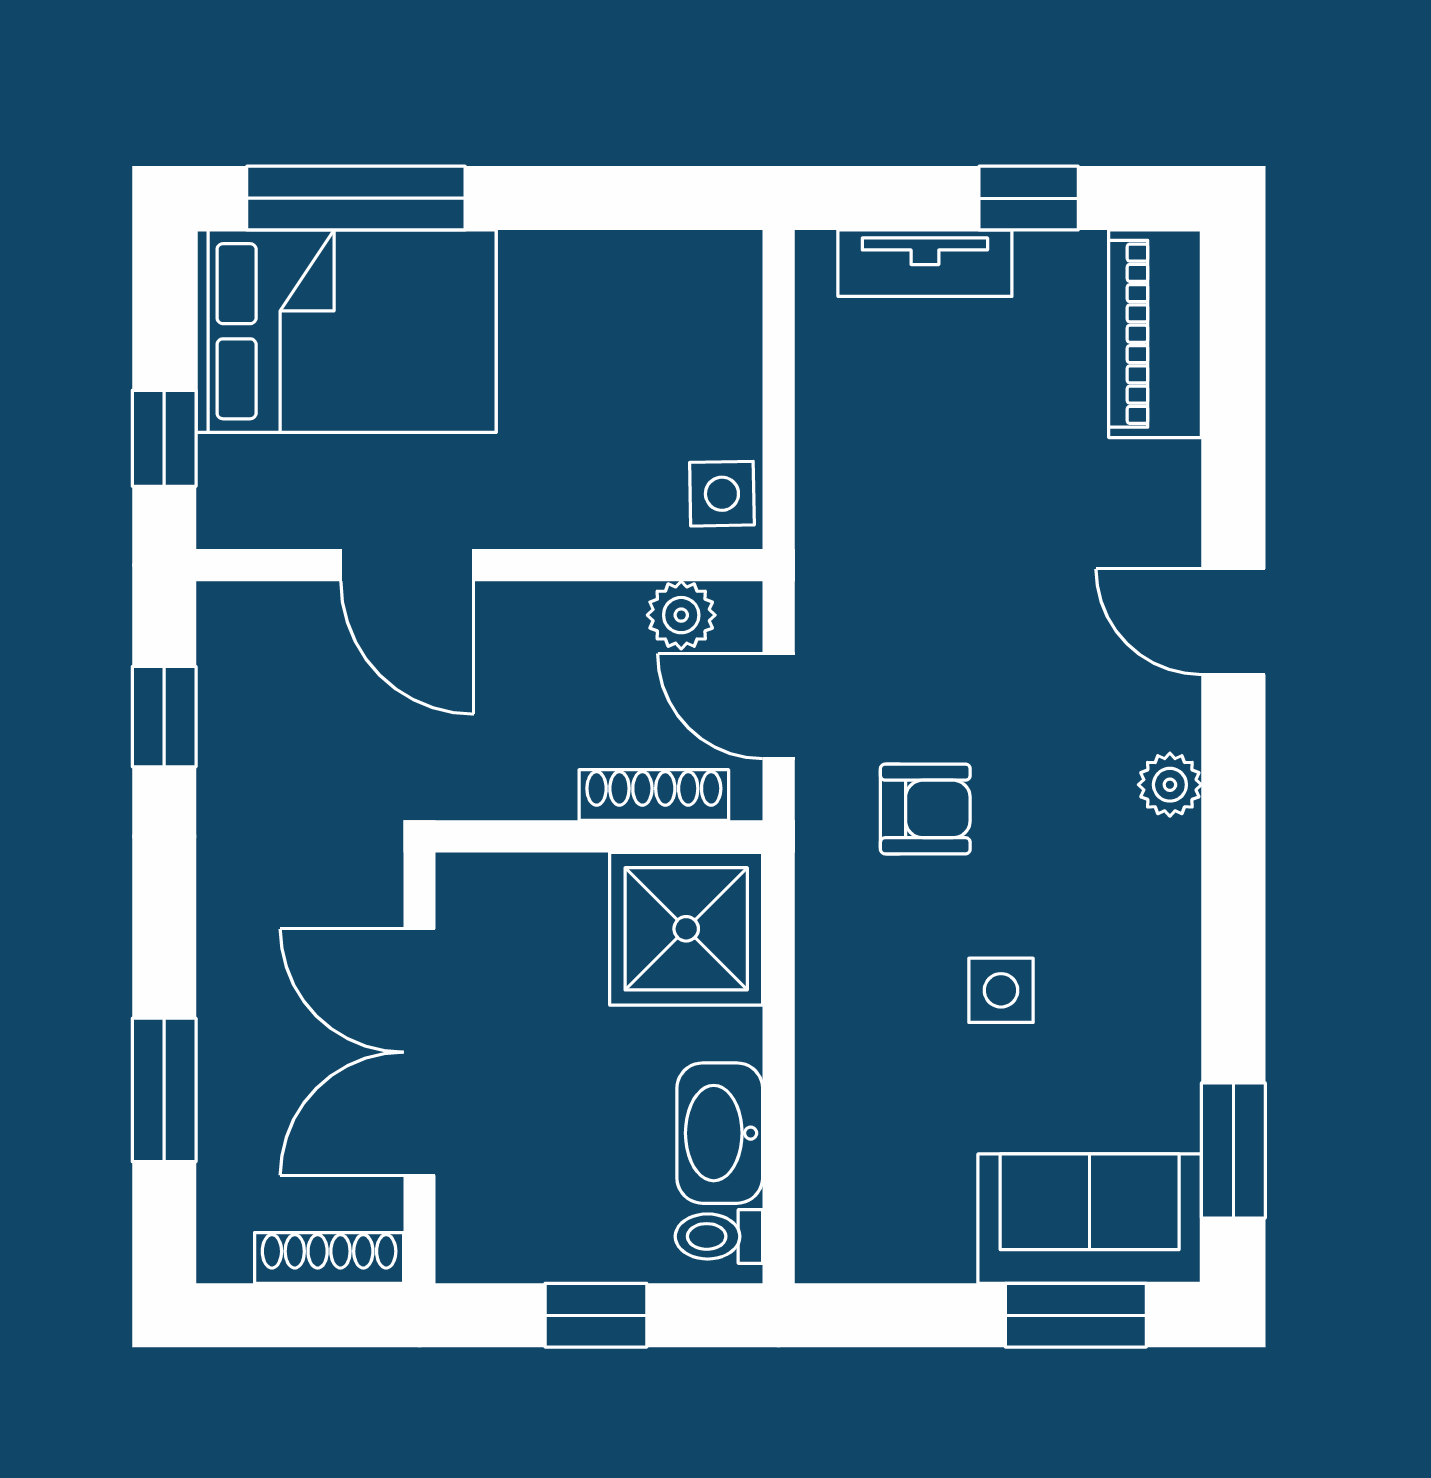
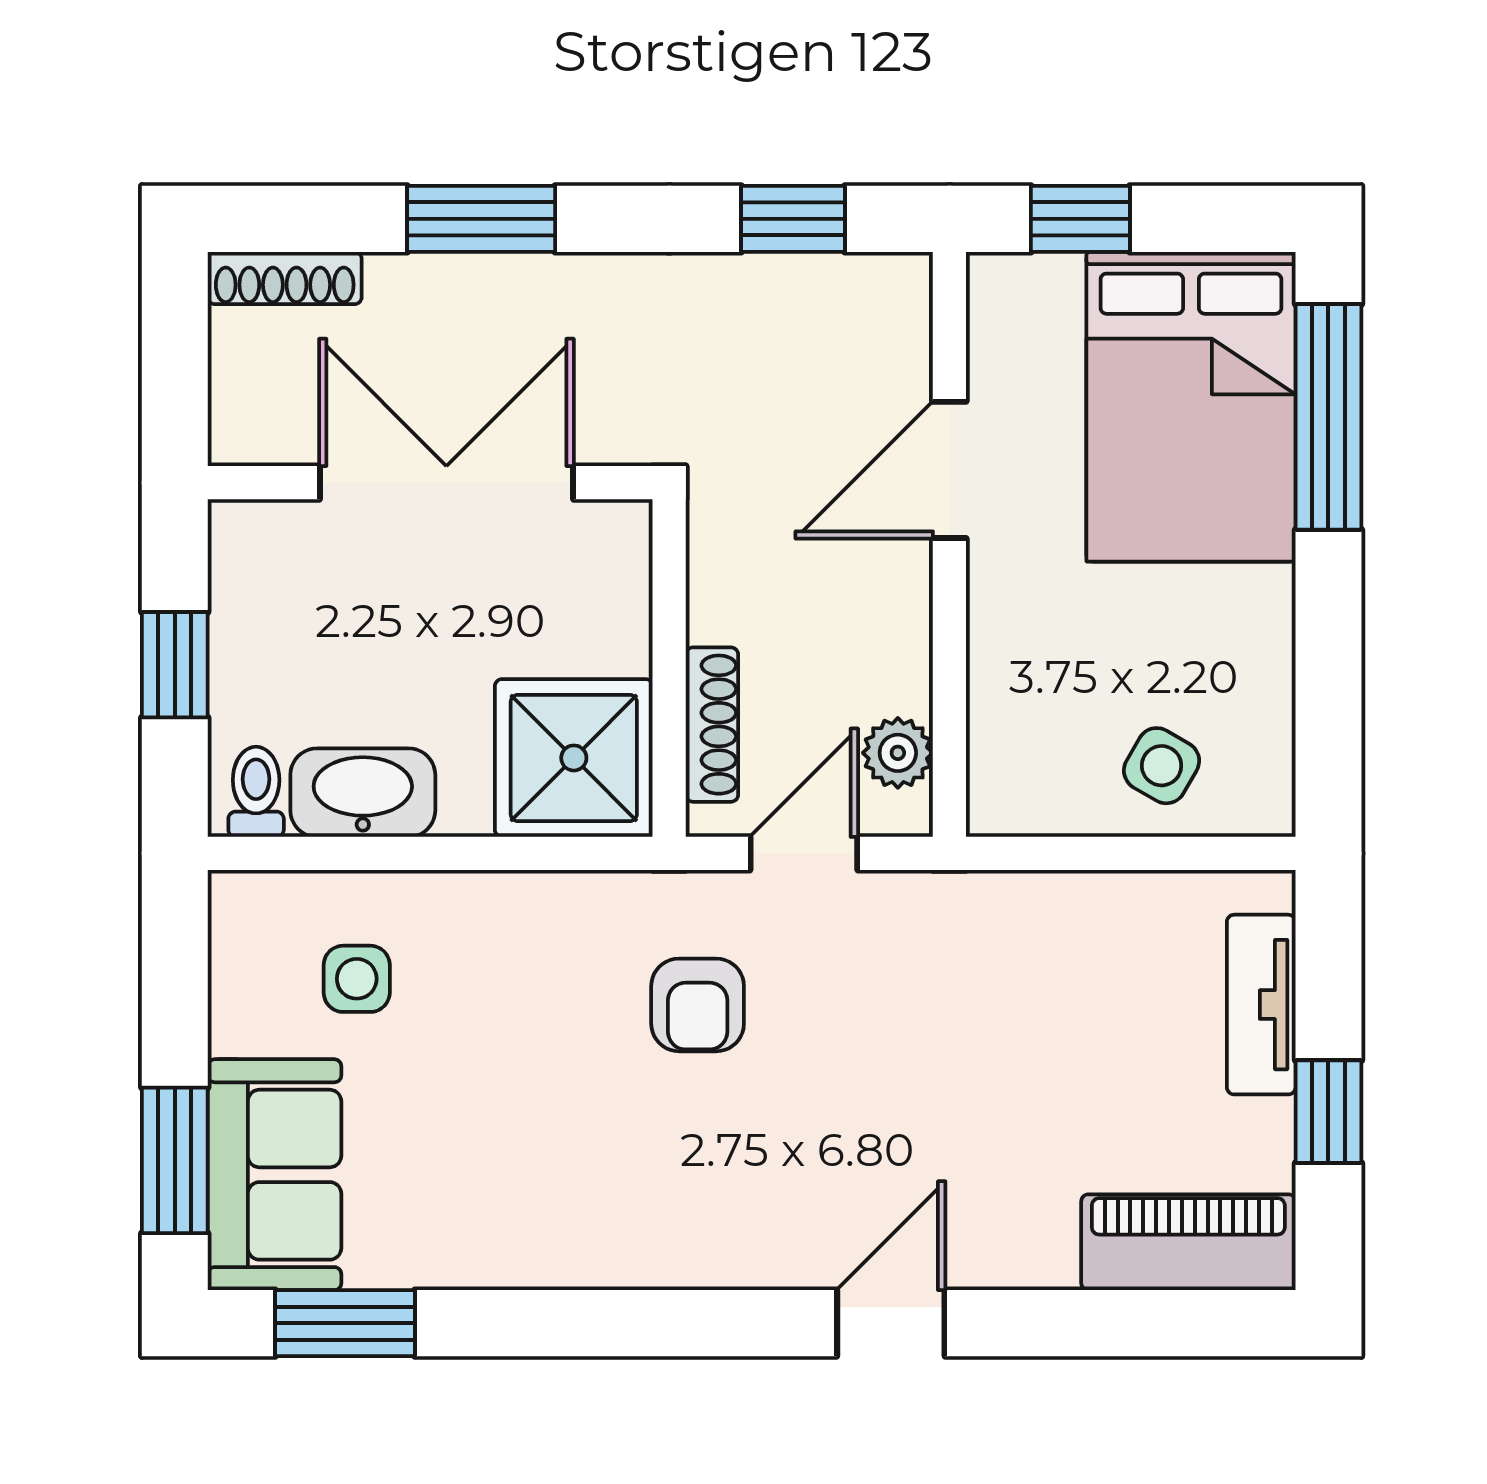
side table: (722, 494) -> (1162, 766), moved, turned 31
plant: (1170, 785) -> (723, 1258), removed
side table: (1001, 990) -> (357, 979), moved
window: (164, 1090) -> (481, 219), moved
shoe rack: (329, 1258) -> (285, 278), moved, turned 90

